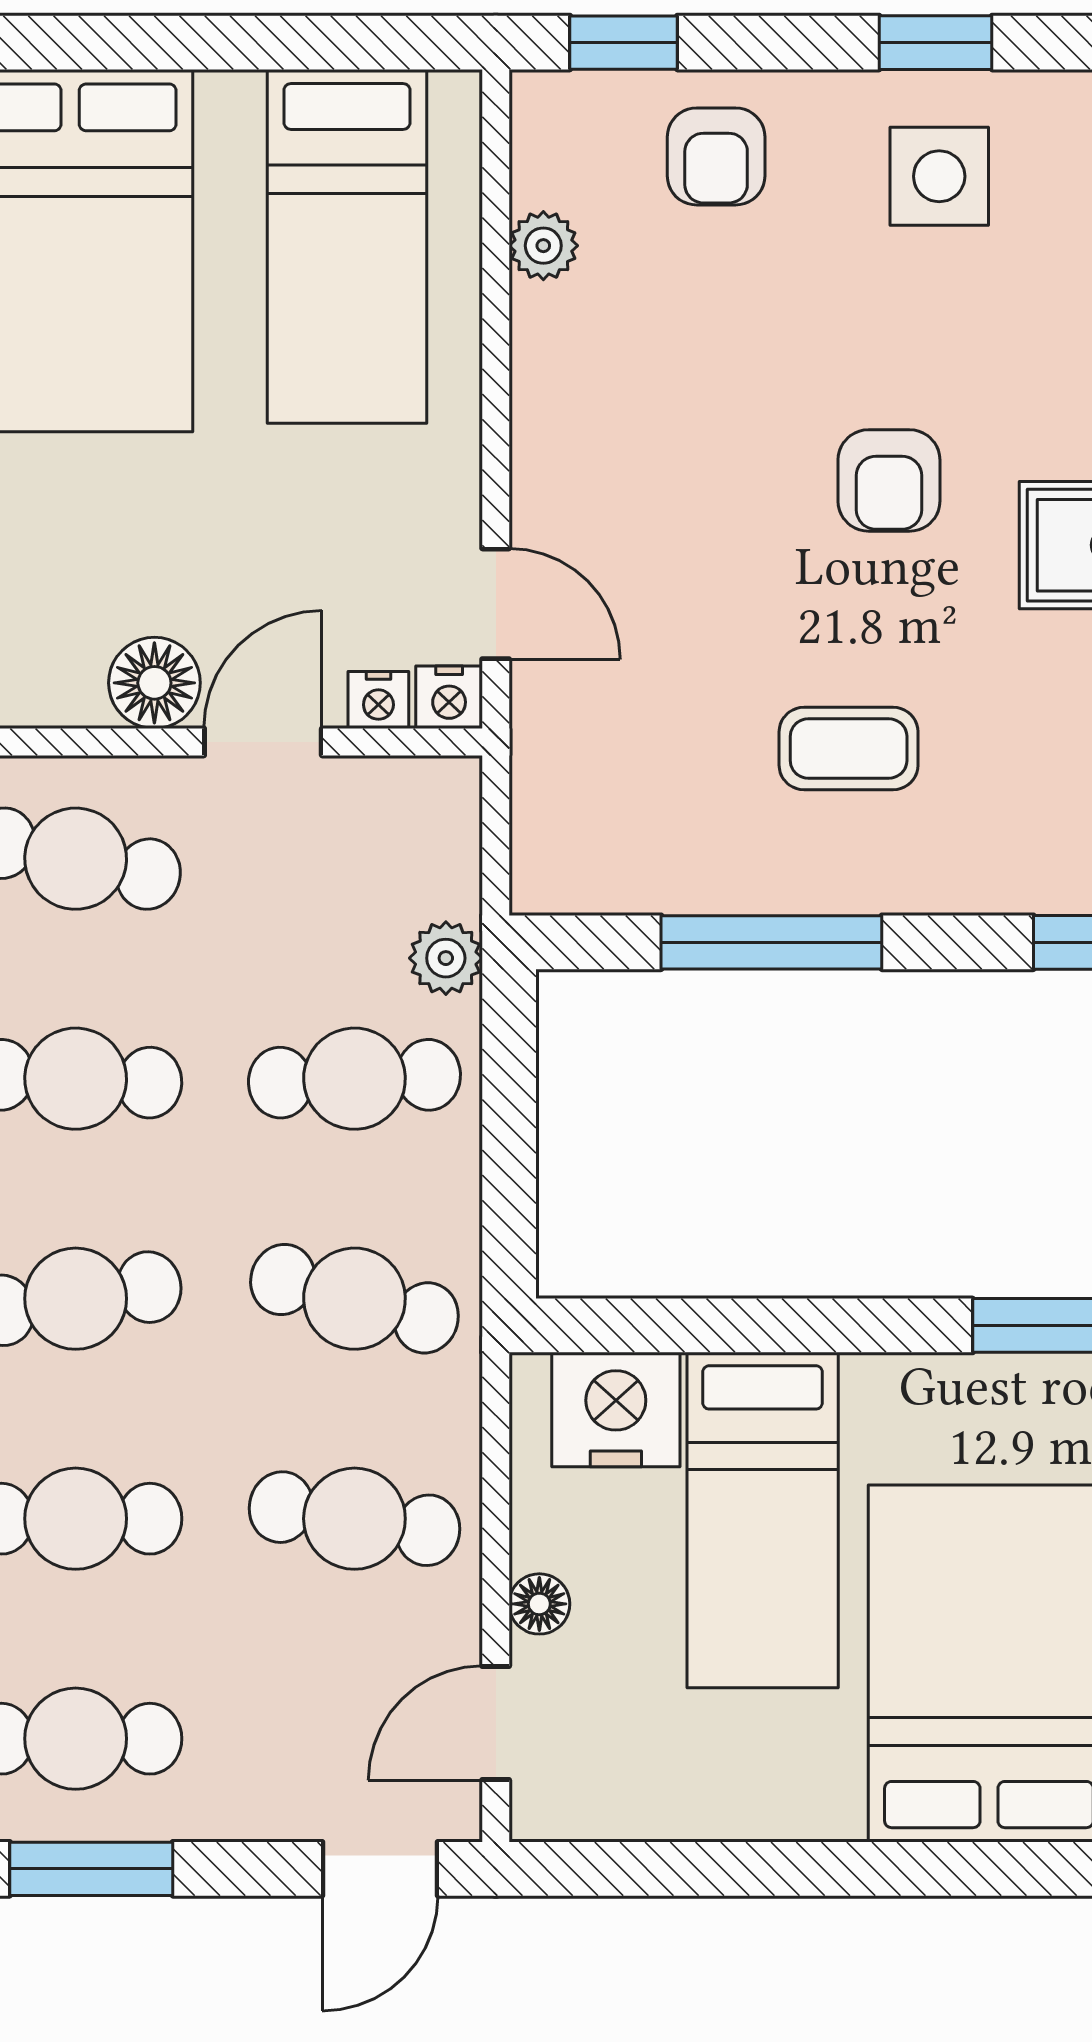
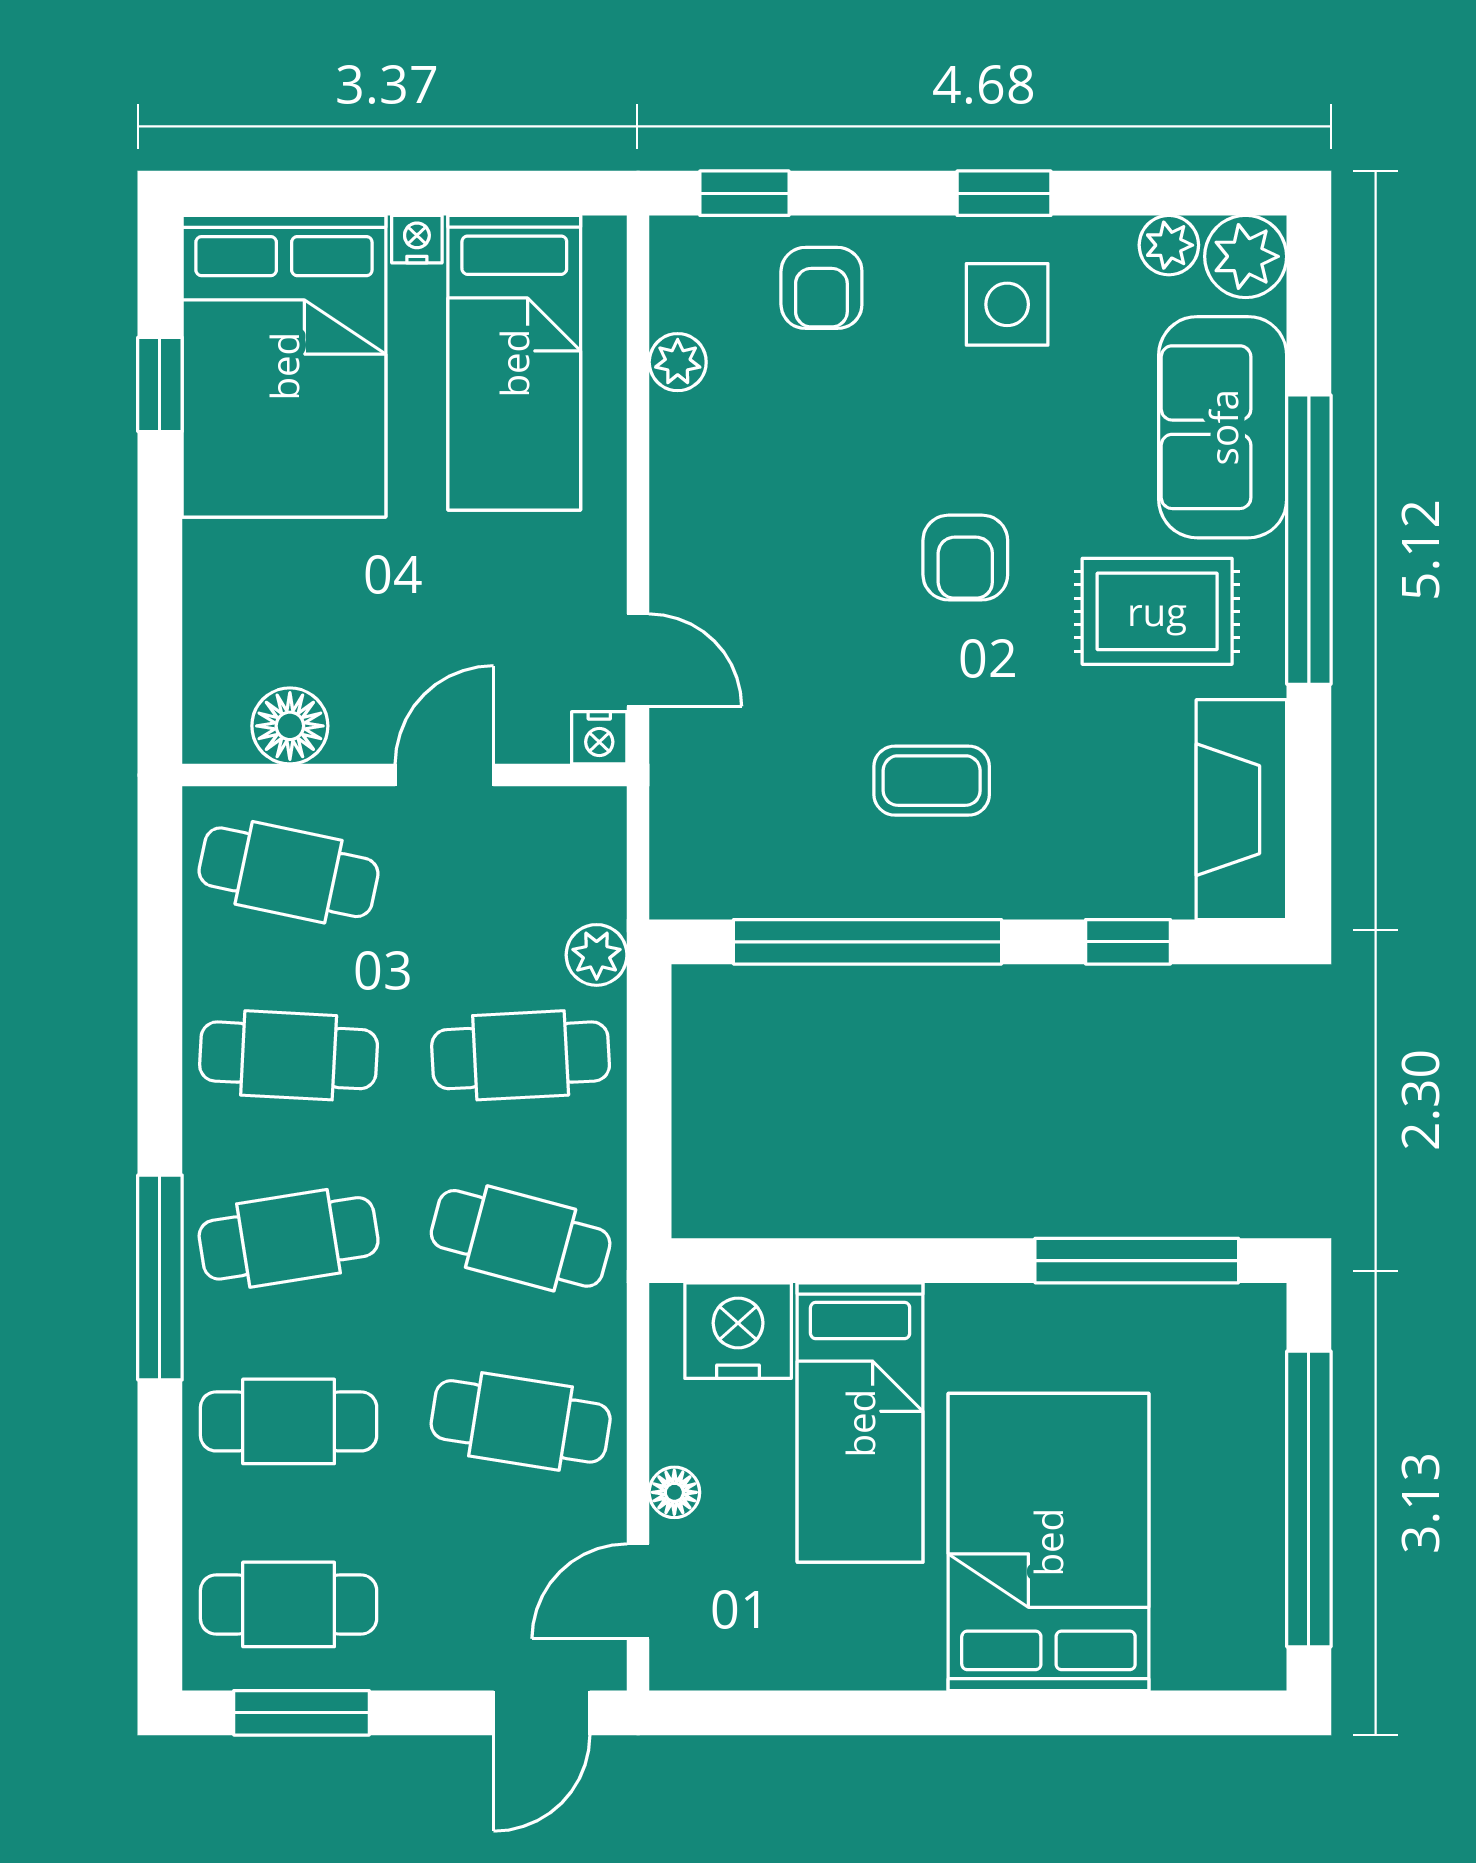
floor lamp: (154, 683) -> (290, 726), moved
nightstand: (378, 700) -> (417, 239), moved, turned 180
window: (771, 942) -> (867, 942), width x1.46

